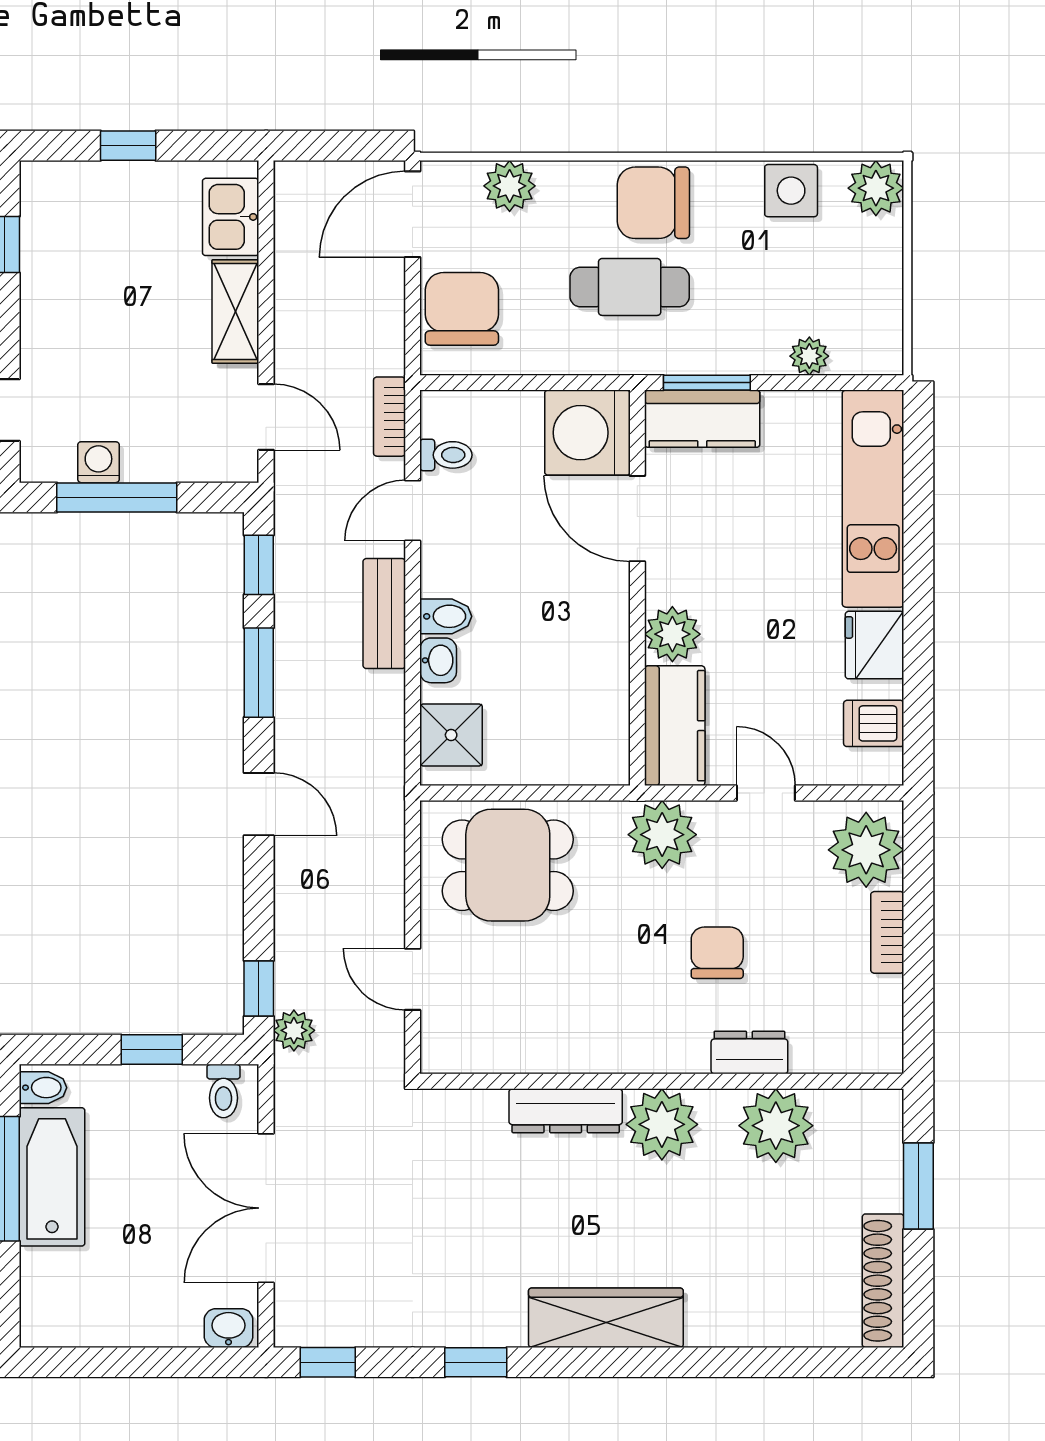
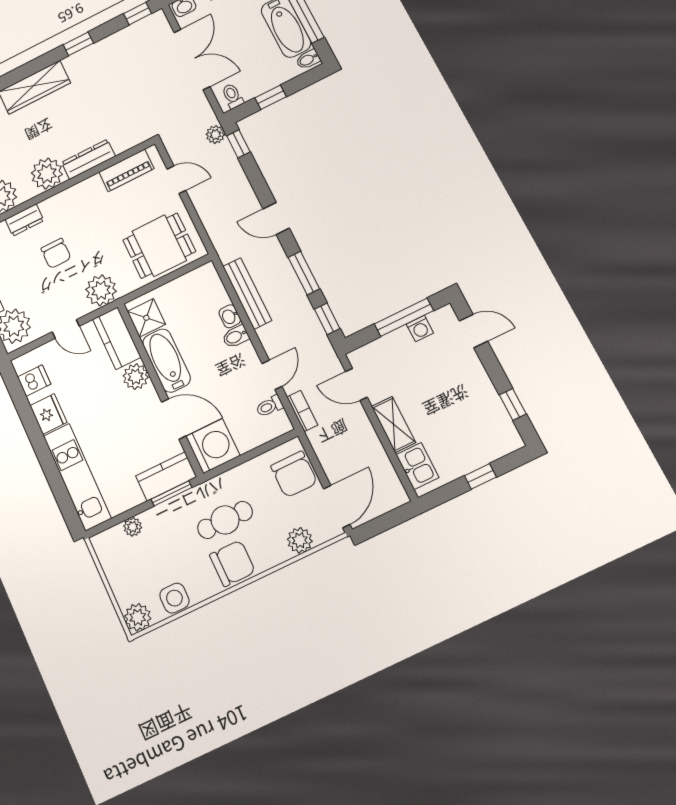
bench: (384, 614) -> (247, 293), moved, width x1.36
bathtub: (599, 636) -> (166, 361), added
shower: (451, 735) -> (146, 318), moved
piano: (501, 1049) -> (126, 170), added

